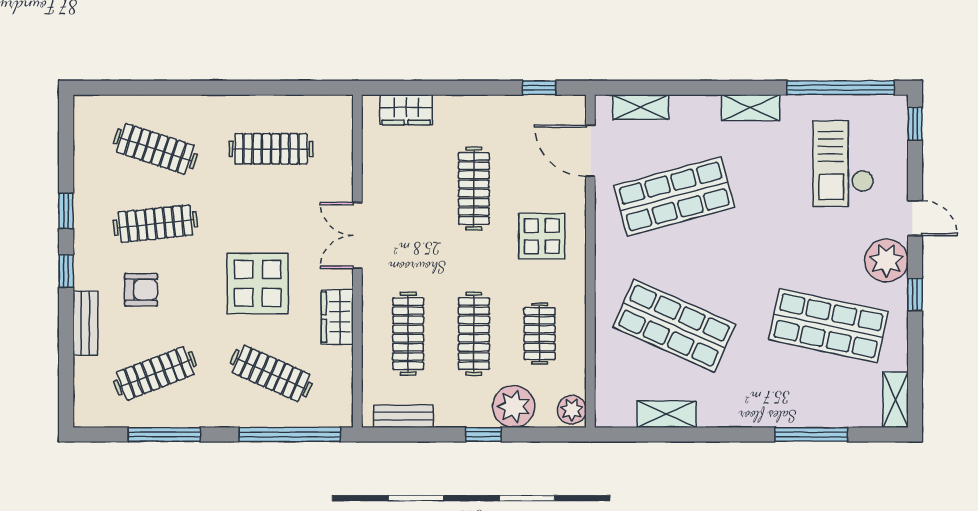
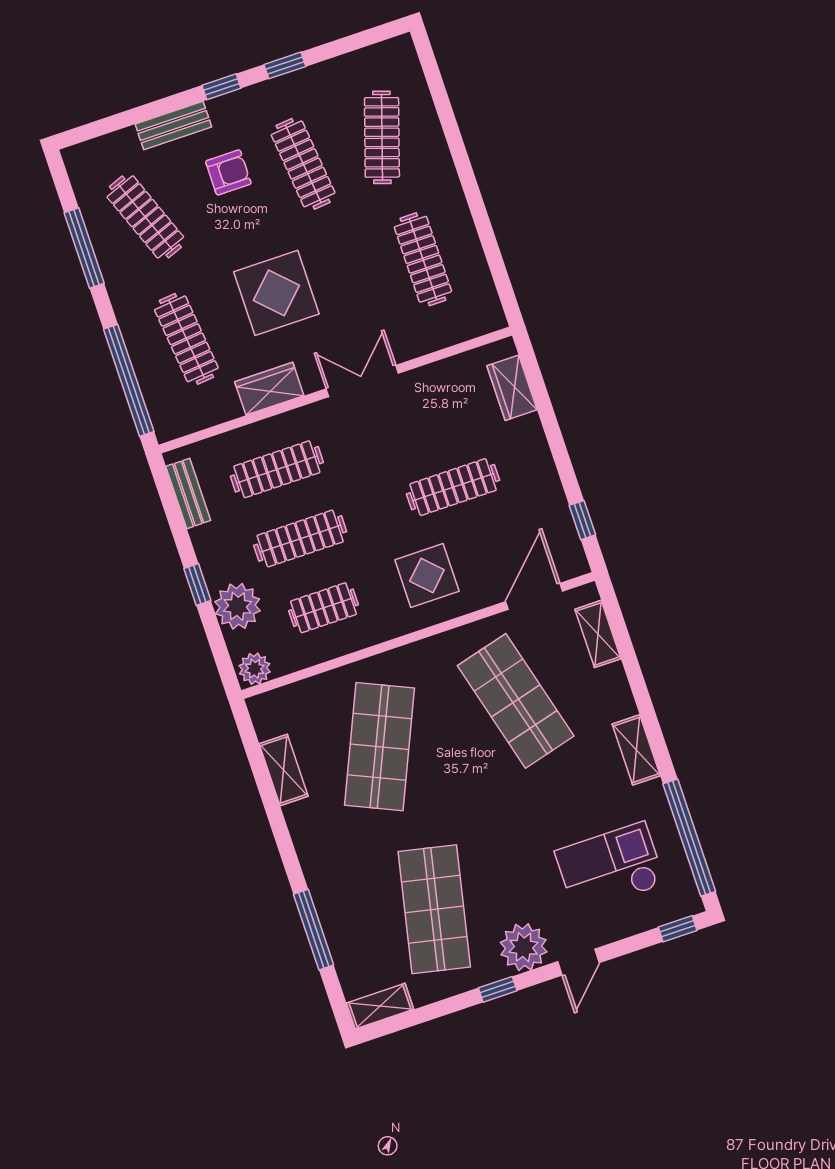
armchair: (141, 290) -> (228, 172), turned -90
clothes rail: (271, 373) -> (186, 339), turned -30

